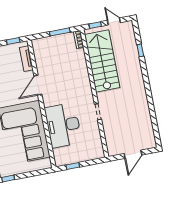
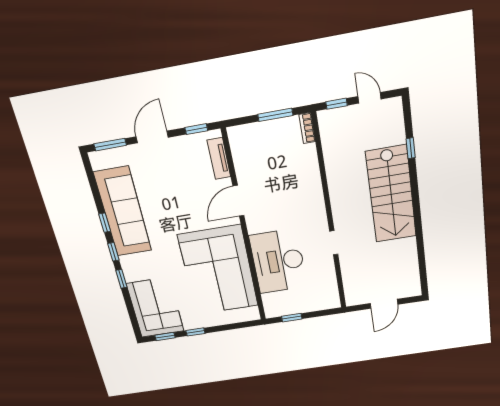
stairs: (102, 61) -> (391, 195), moved, turned 180

